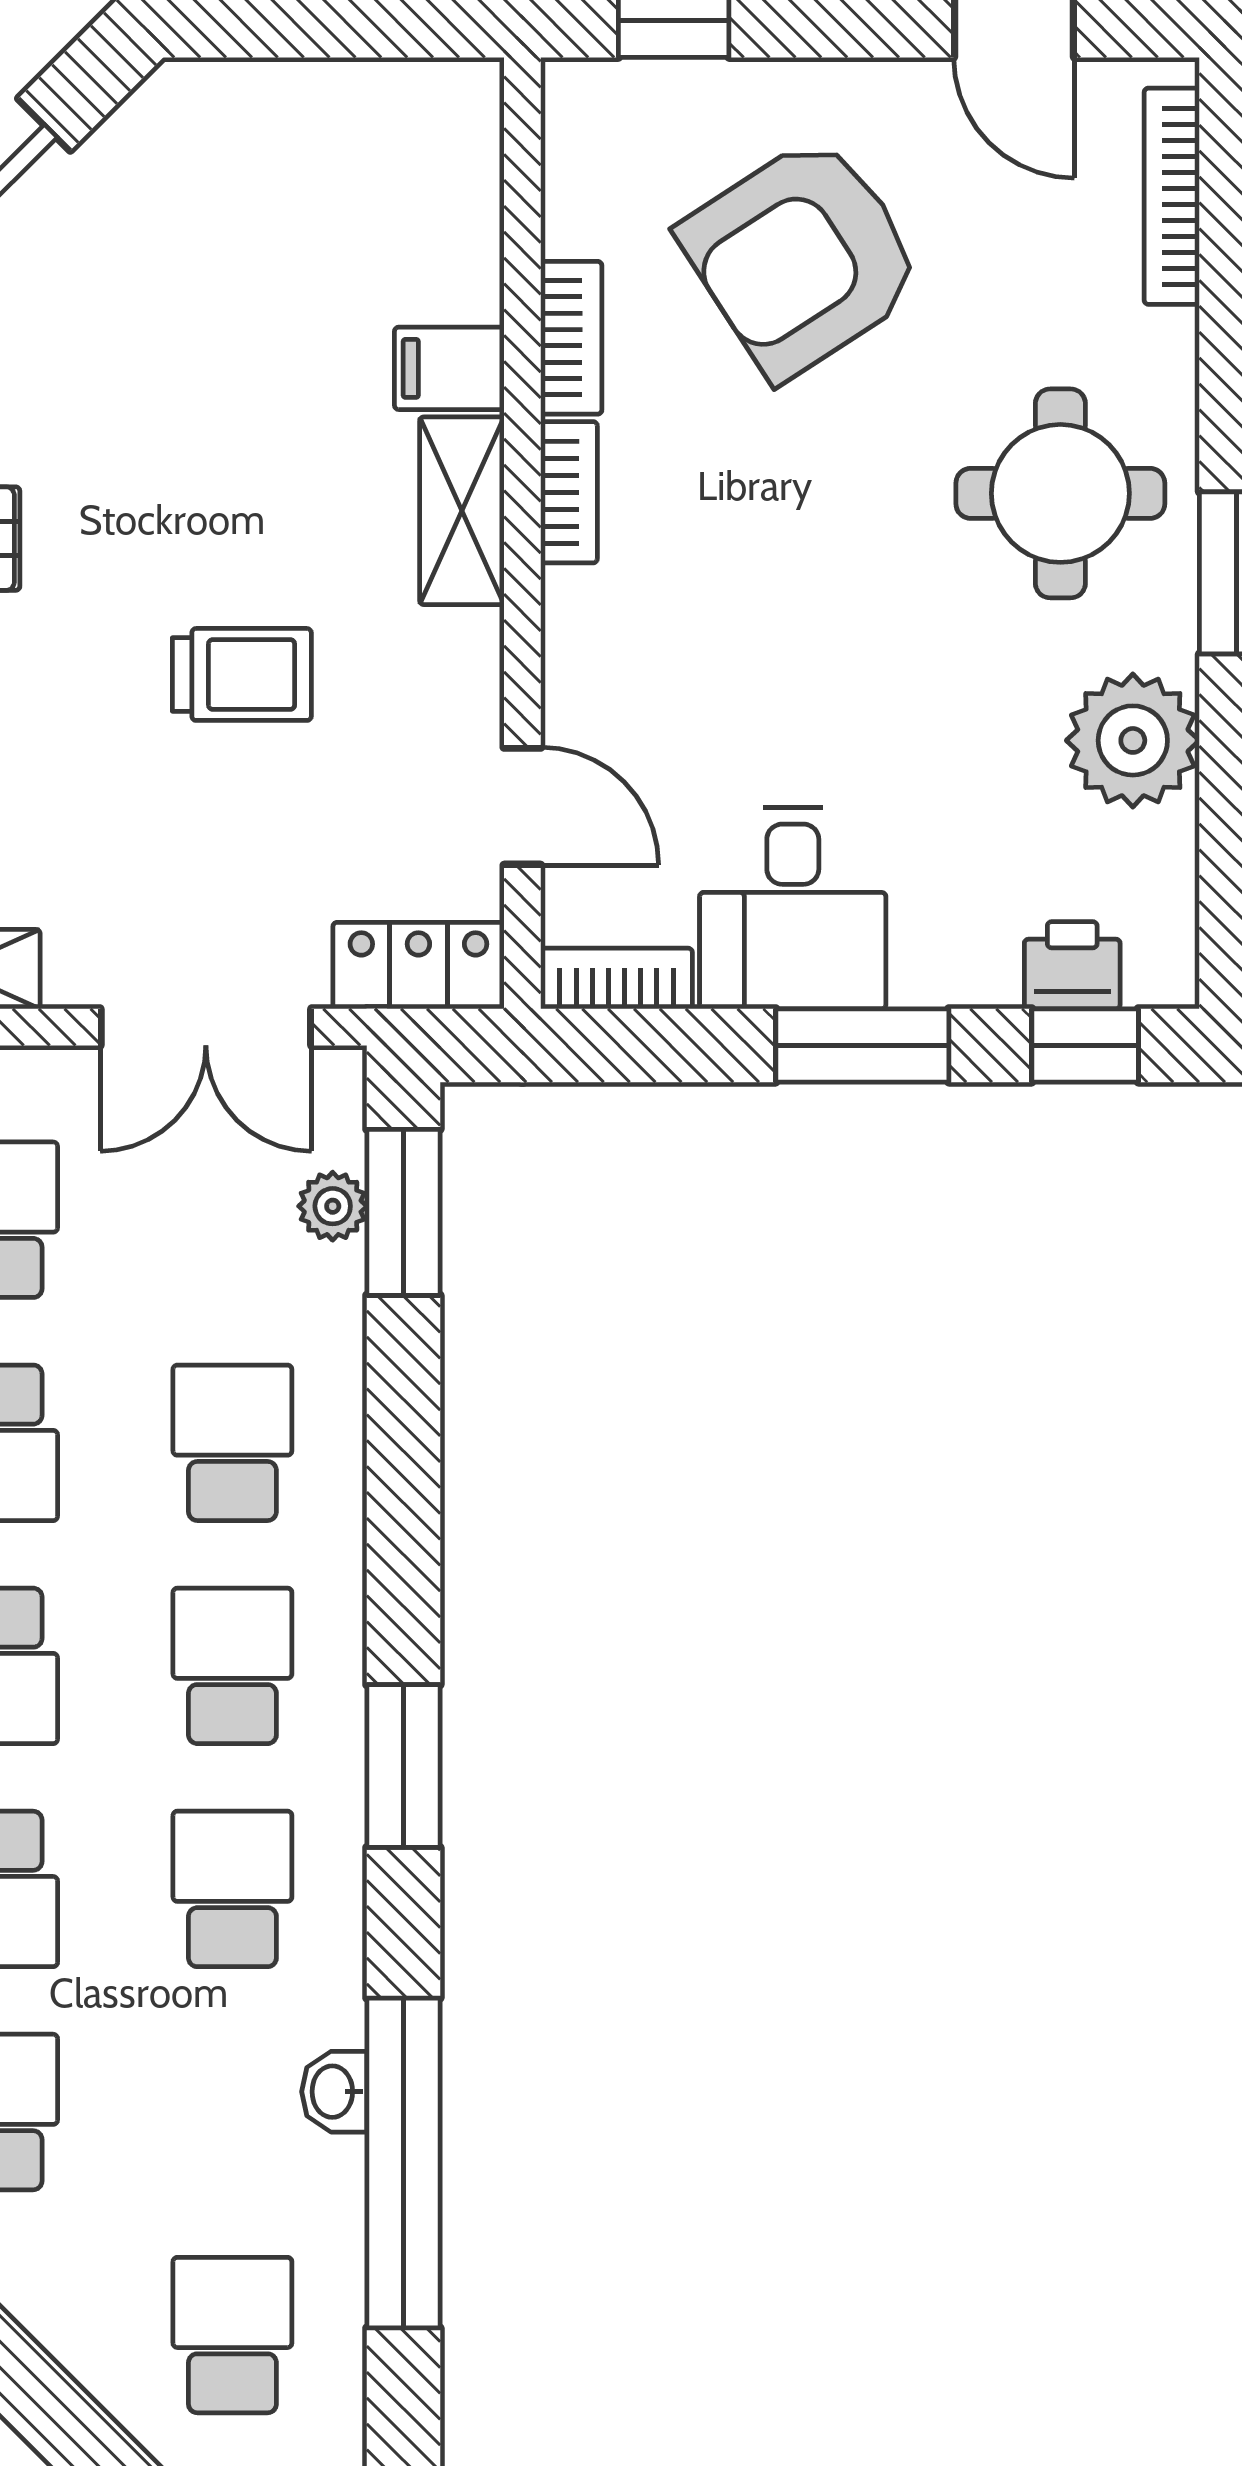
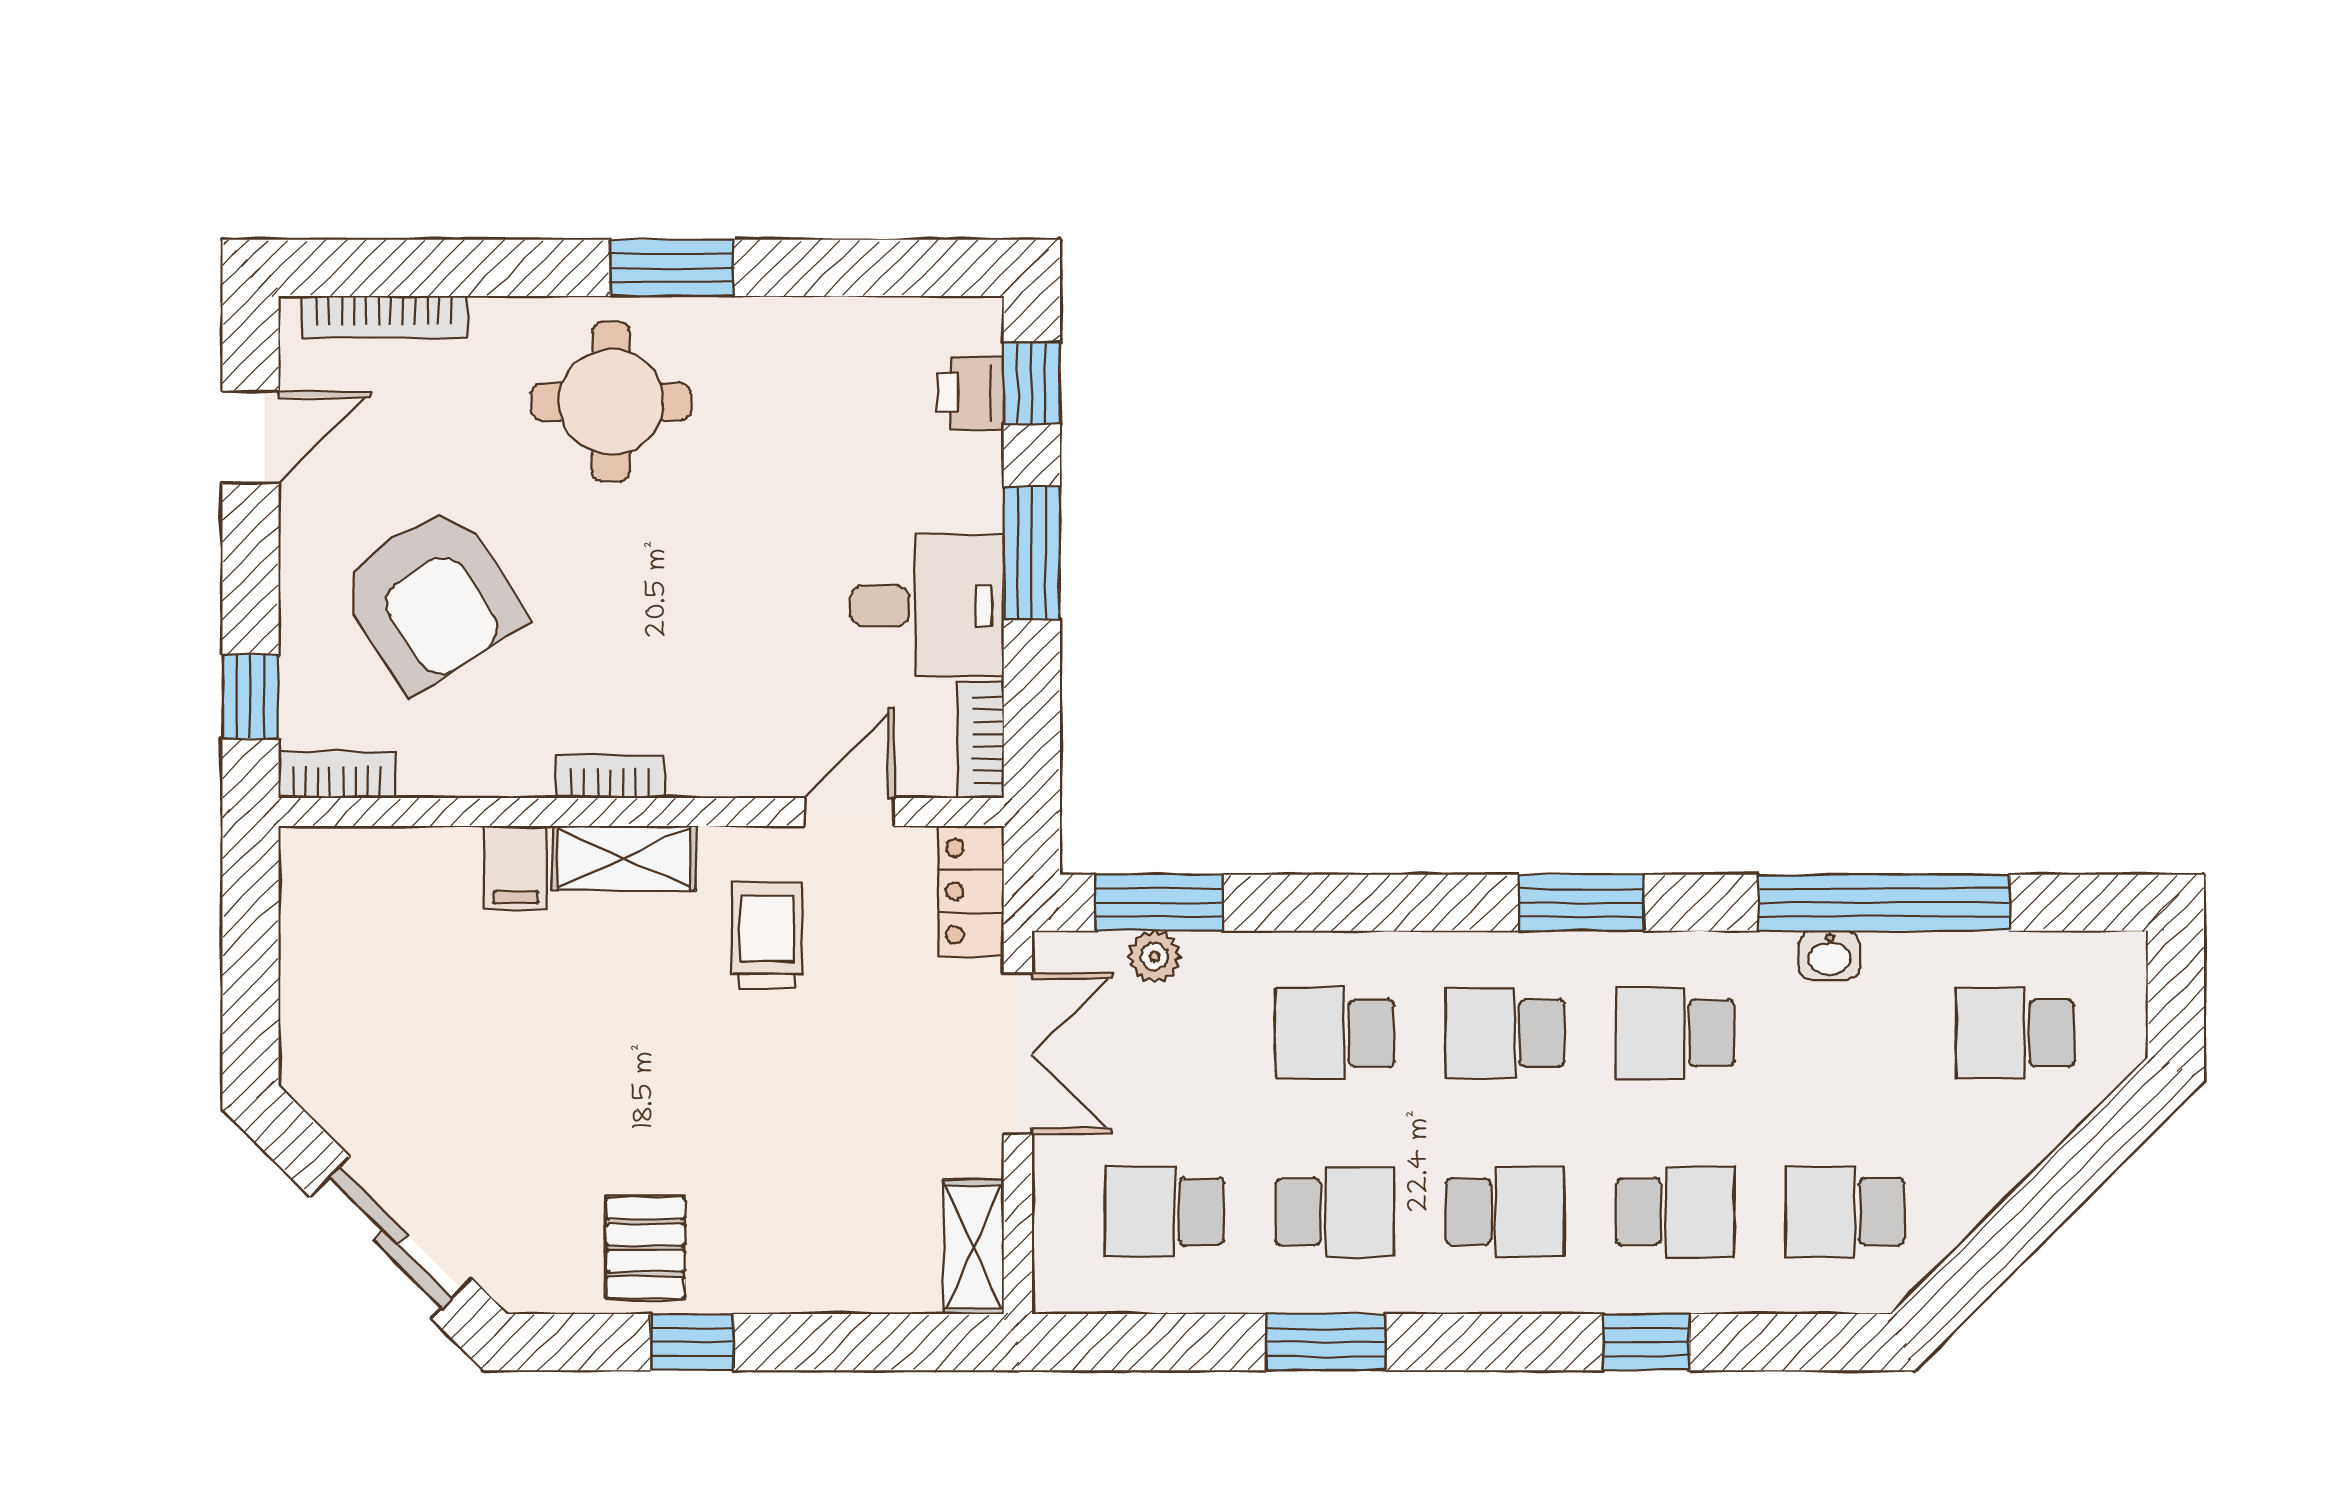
bookcase: (571, 338) -> (337, 775), moved
trolley: (242, 674) -> (767, 936), moved
plant: (1133, 740) -> (799, 347), removed

